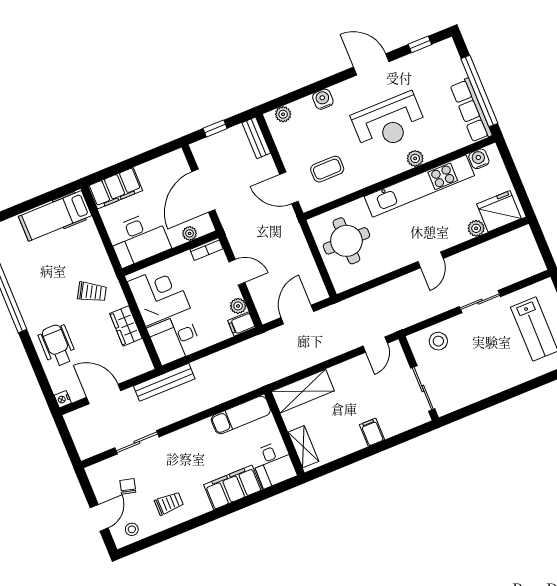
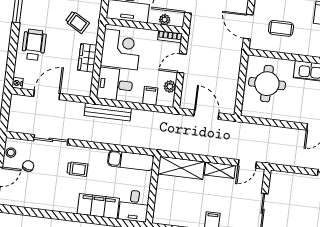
door: (237, 272) -> (182, 63), swing flipped
door: (297, 315) -> (206, 115), hinge flipped
filing cabinet: (242, 324) -> (150, 96), moved, turned 90
stool: (438, 341) -> (291, 185), removed
bench: (164, 382) -> (108, 112), moved
door: (104, 394) -> (47, 95), hinge flipped
shelving: (303, 447) -> (220, 170), moved, turned 90
trolley: (169, 503) -> (77, 169), moved
stool: (132, 529) -> (11, 153), moved

